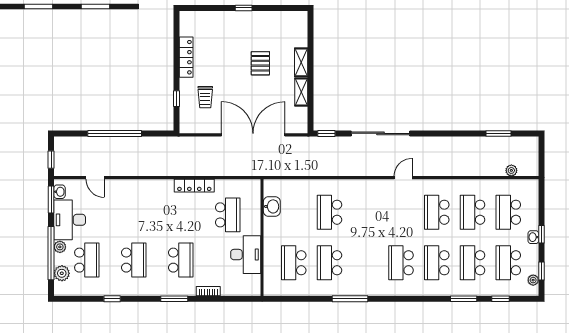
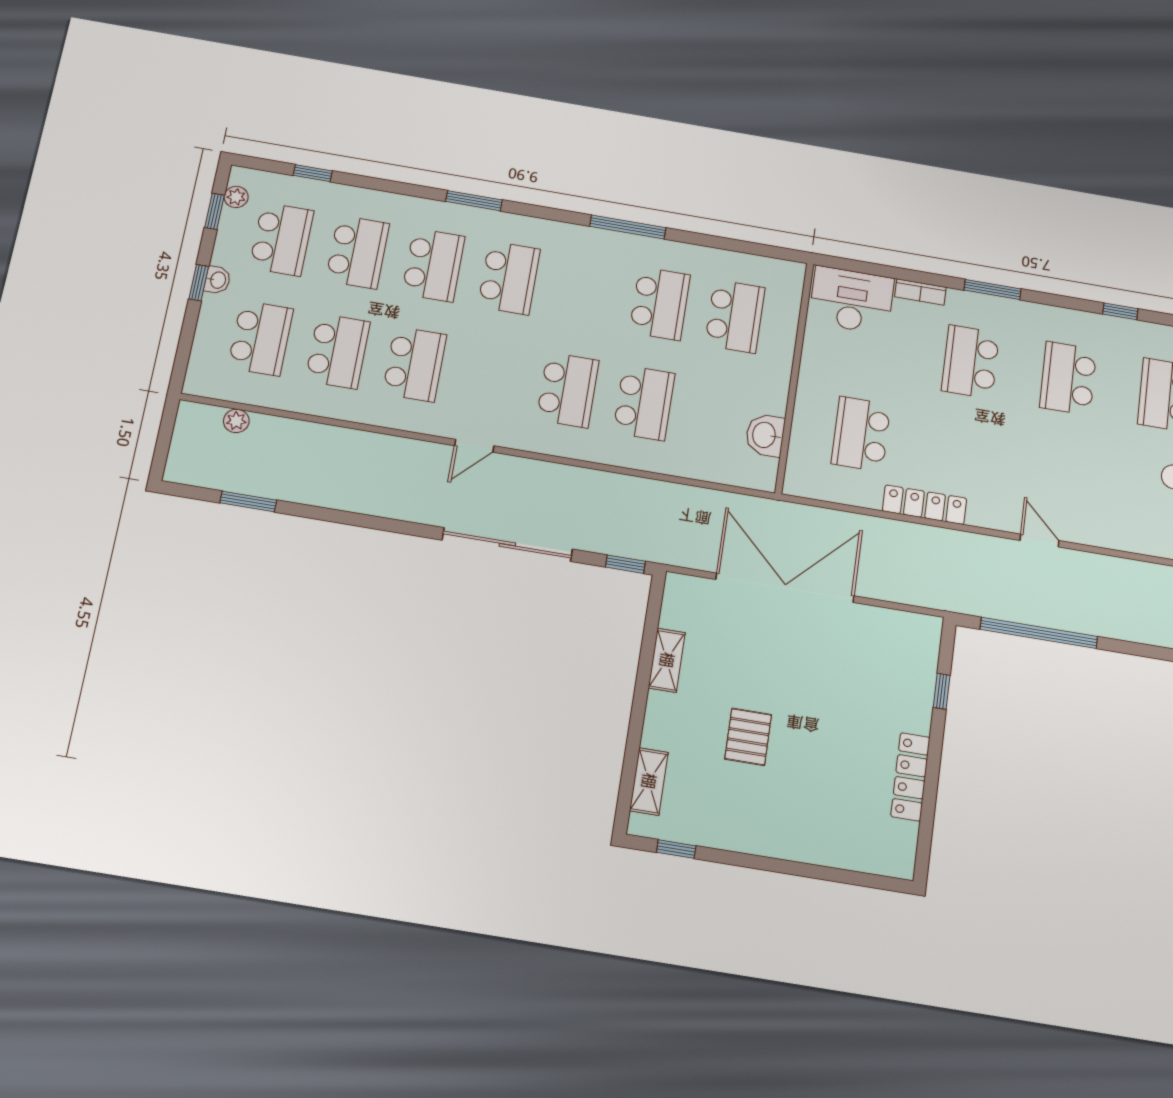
window: (244, 8) -> (676, 849), moved
shelving: (301, 62) -> (649, 781), moved
trolley: (205, 97) -> (879, 684), removed
window: (115, 133) -> (1039, 633), moved
double door: (253, 135) -> (785, 588), swing flipped
door: (95, 178) -> (1039, 540), moved
school desk: (365, 212) -> (568, 390), added
desk: (246, 255) -> (851, 300), moved, turned 90
window: (464, 299) -> (474, 201), moved

